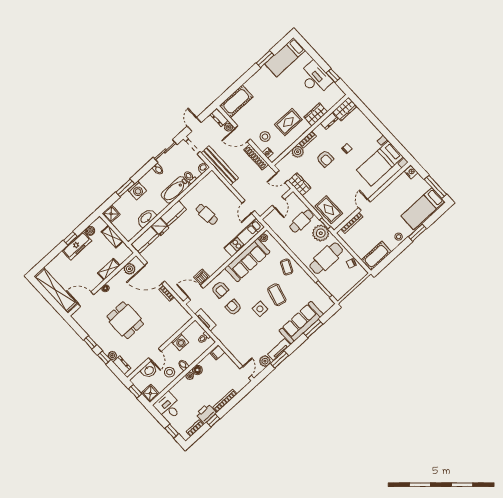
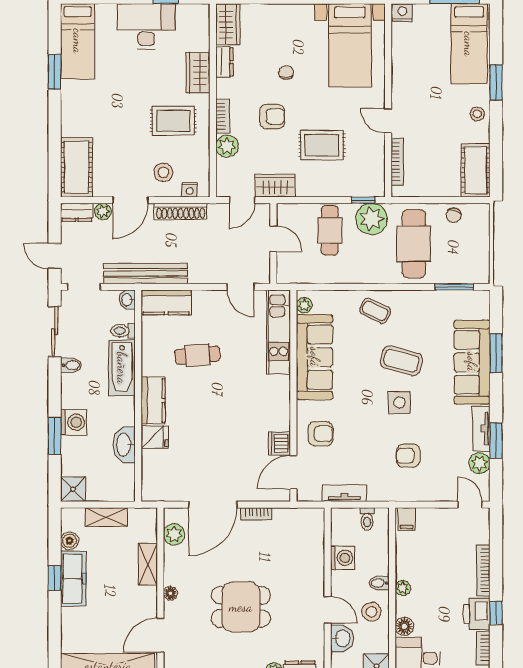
rug: (288, 122) -> (173, 121), turned 90
rug: (329, 210) -> (322, 145), moved
kitchen counter: (145, 240) -> (166, 302), moved, turned 90
armchair: (233, 307) -> (408, 456), moved
floor lamp: (197, 370) -> (404, 626), moved

